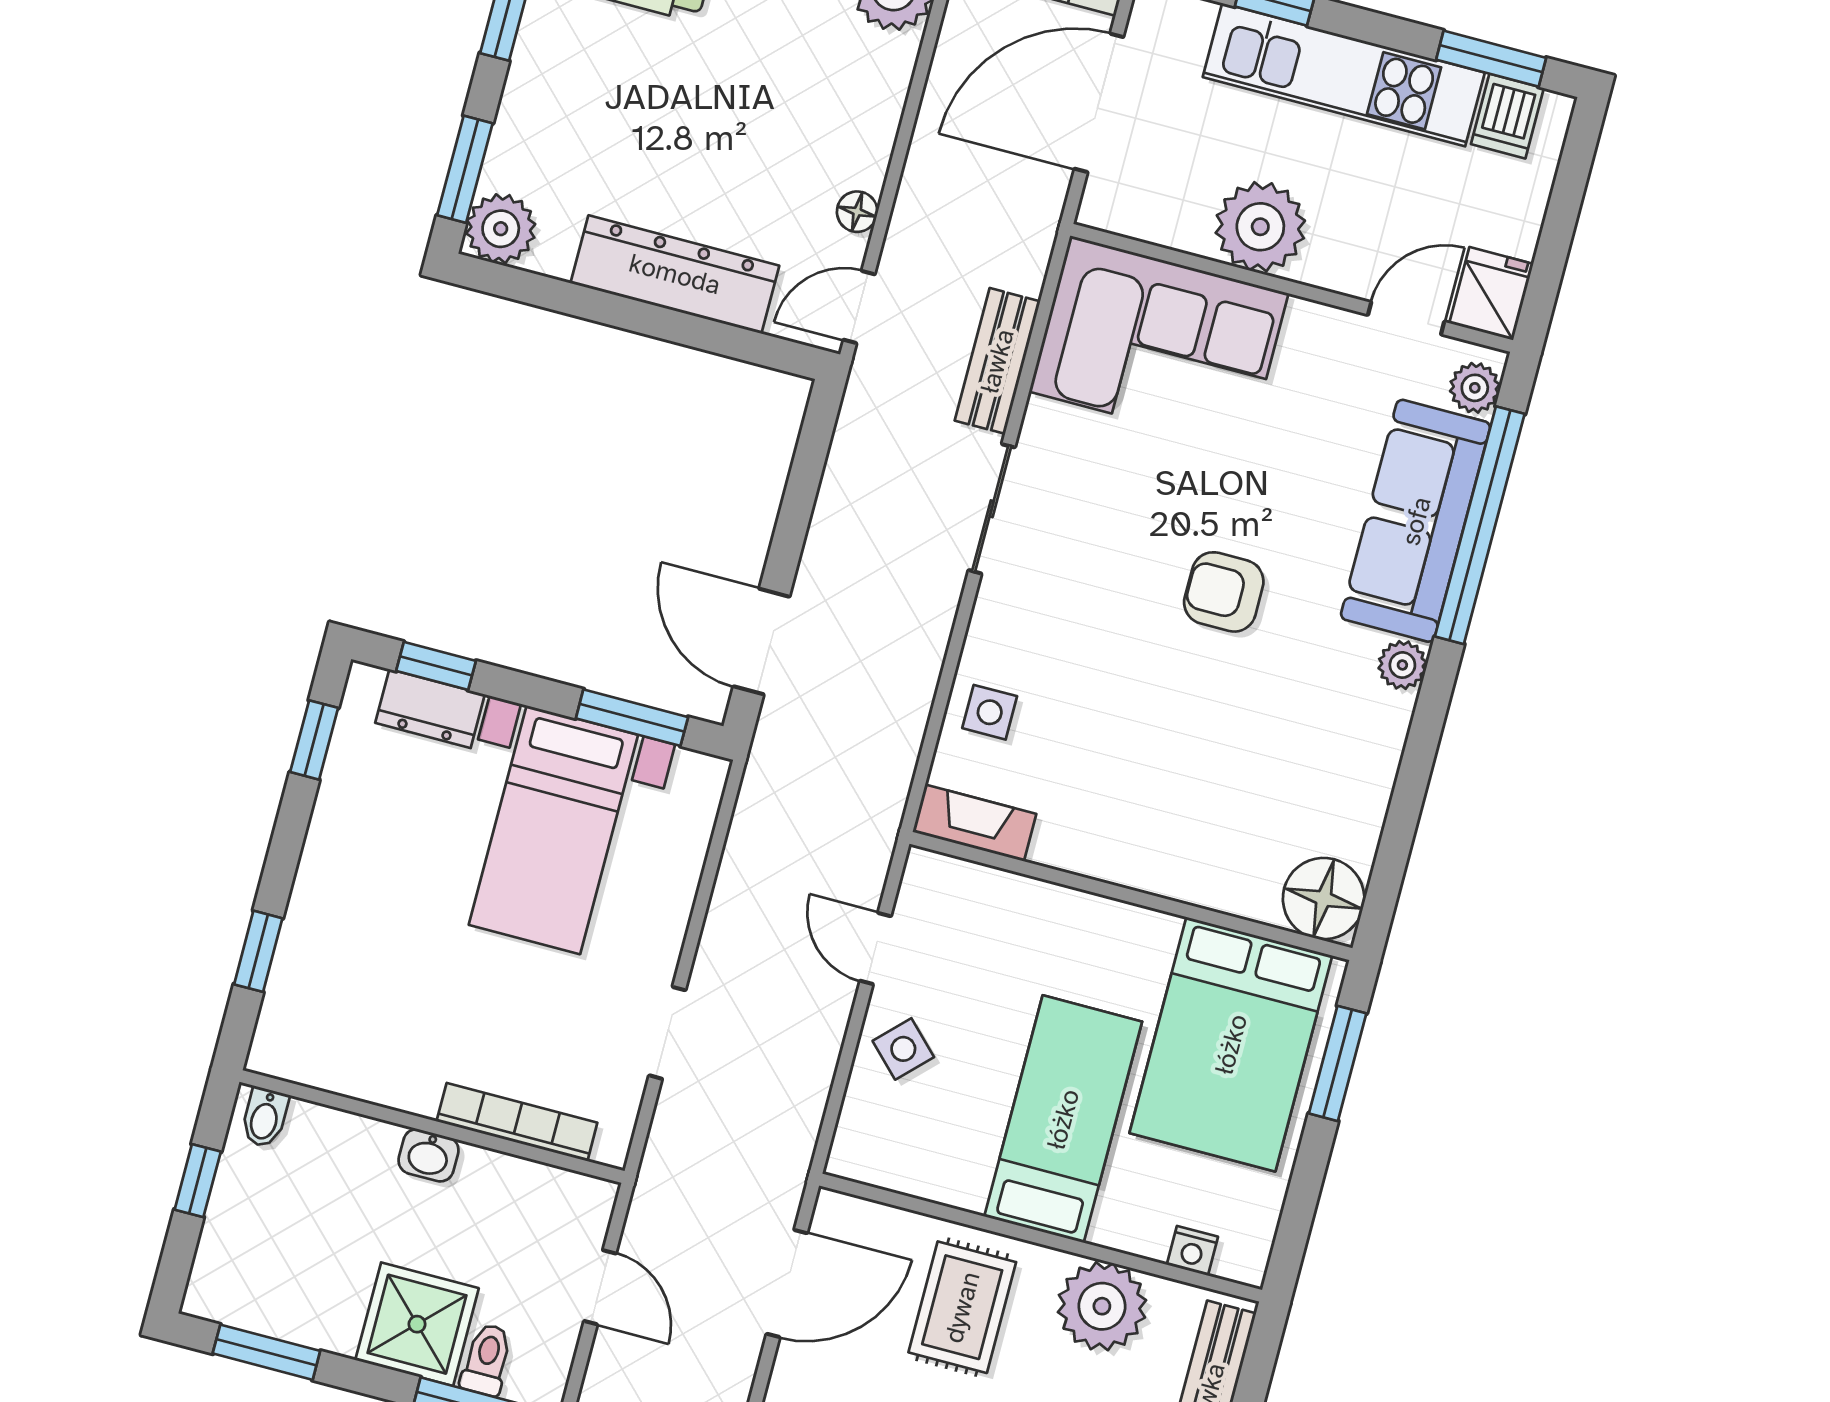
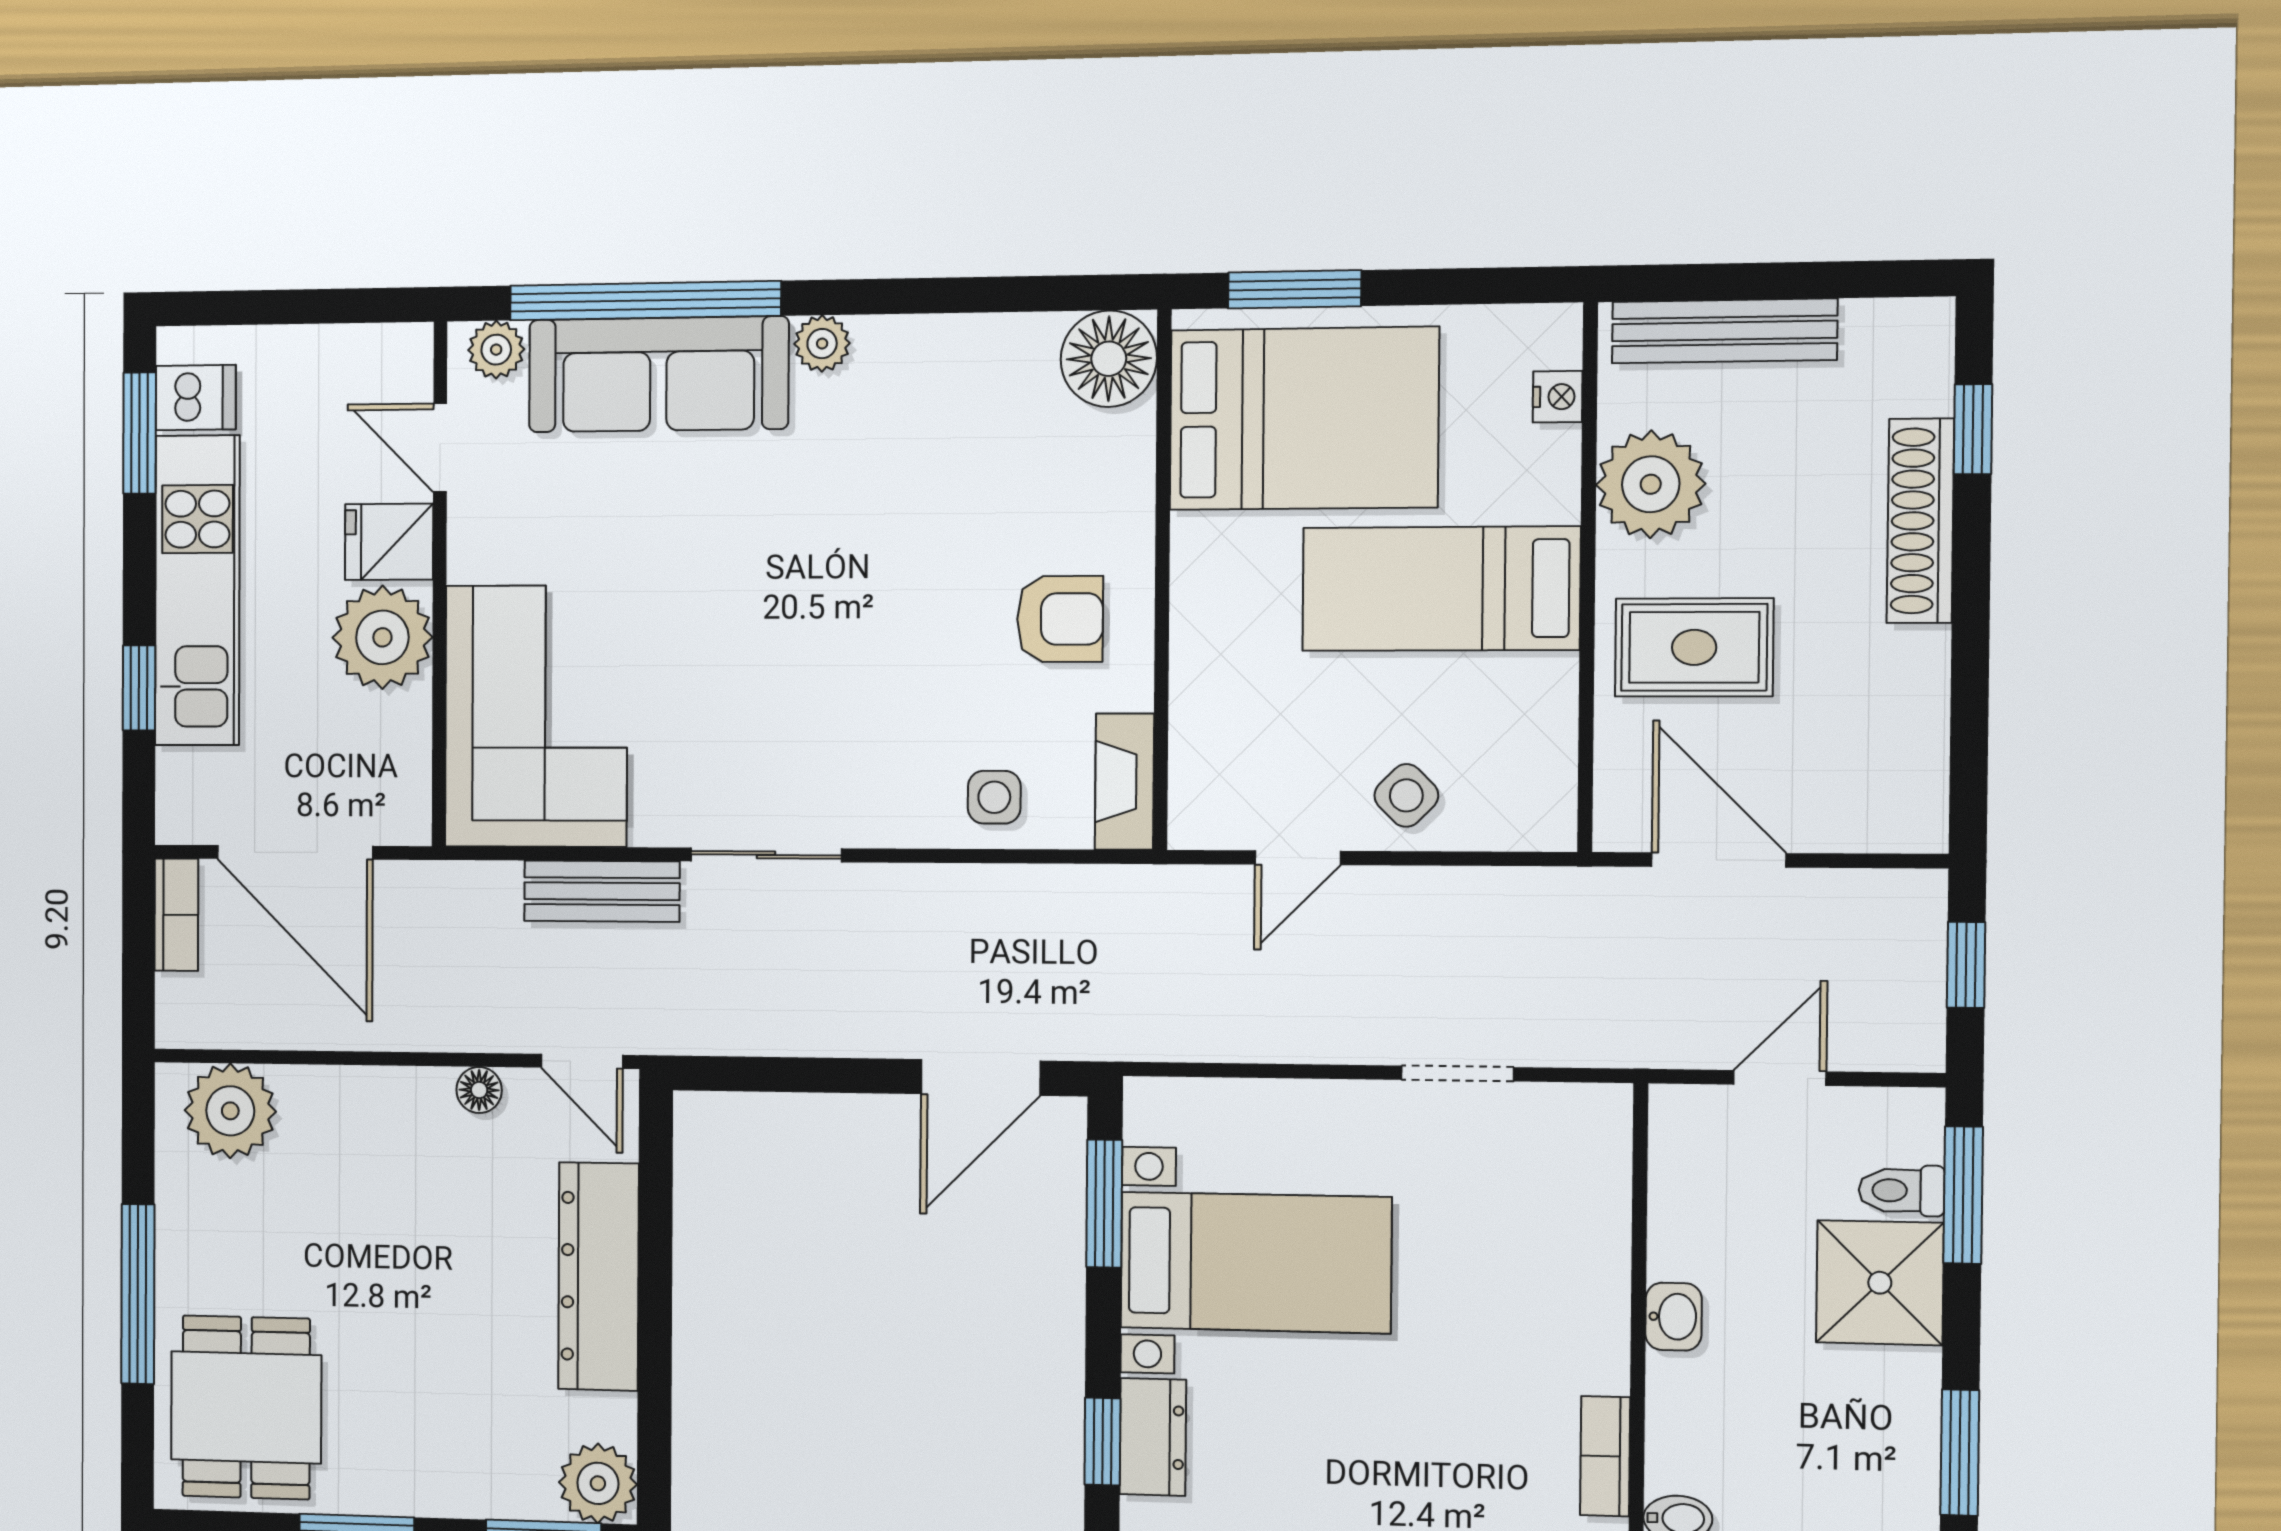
fridge: (1491, 294) -> (389, 542), moved
armchair: (1224, 592) -> (1060, 619), moved, turned -90
bookcase: (517, 1122) -> (1605, 1456), moved, width x0.64

